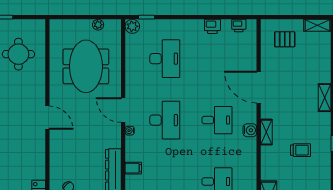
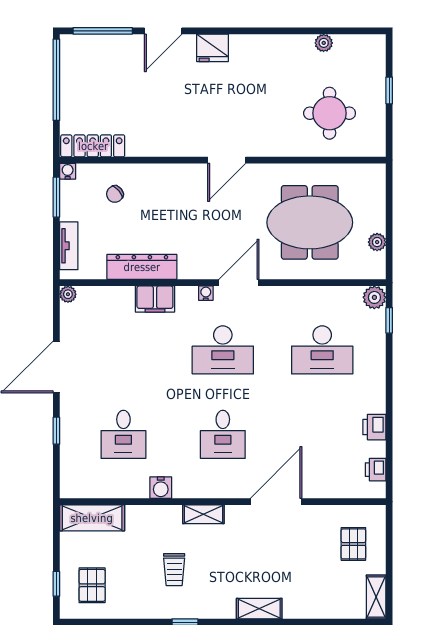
water cooler: (250, 130) -> (161, 488), moved
filing cabinet: (133, 168) -> (155, 299), width x2.00

